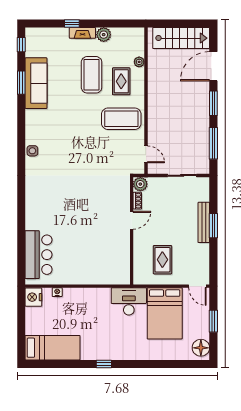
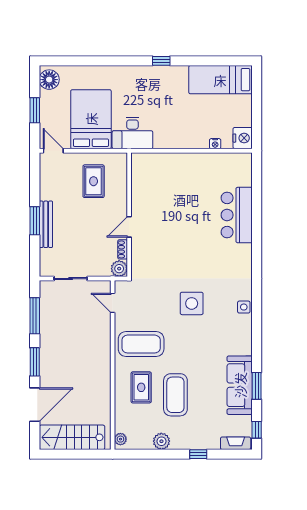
fireplace: (82, 33) -> (236, 443), moved
plant: (139, 62) -> (120, 439), moved
side table: (78, 154) -> (192, 303), added
bar counter: (39, 255) -> (237, 215), moved

